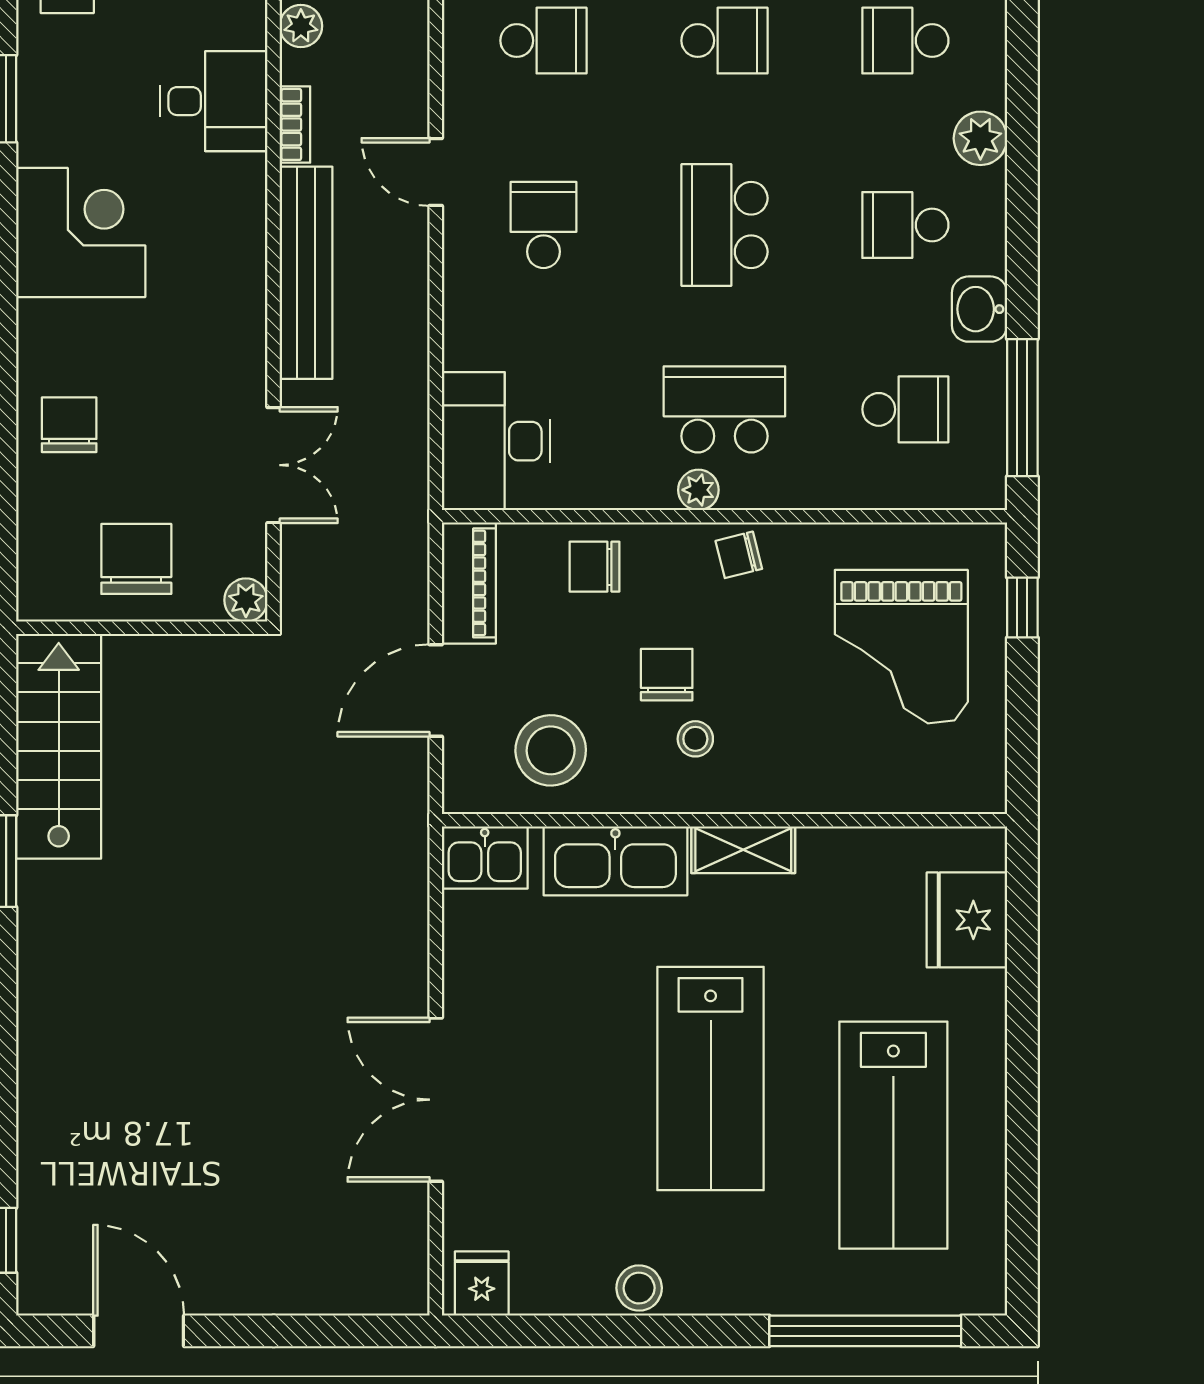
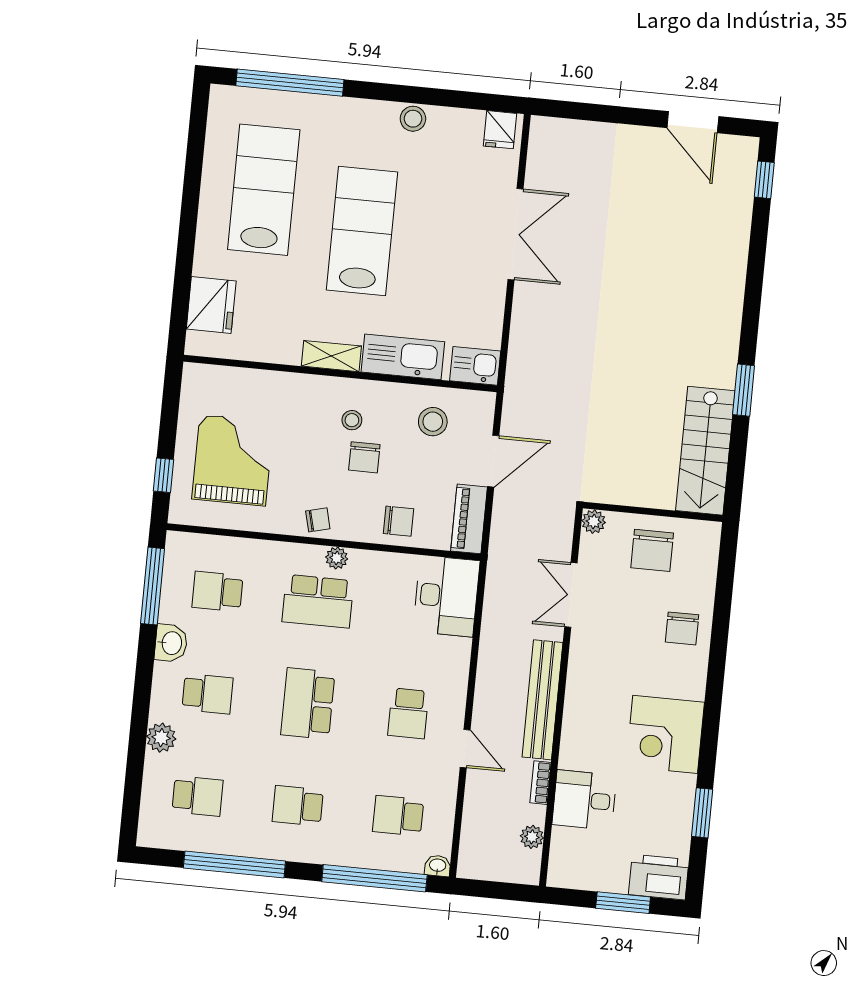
school desk: (724, 225) -> (308, 704), turned 180
stool: (551, 750) -> (433, 422), width x0.73, depth x0.73

